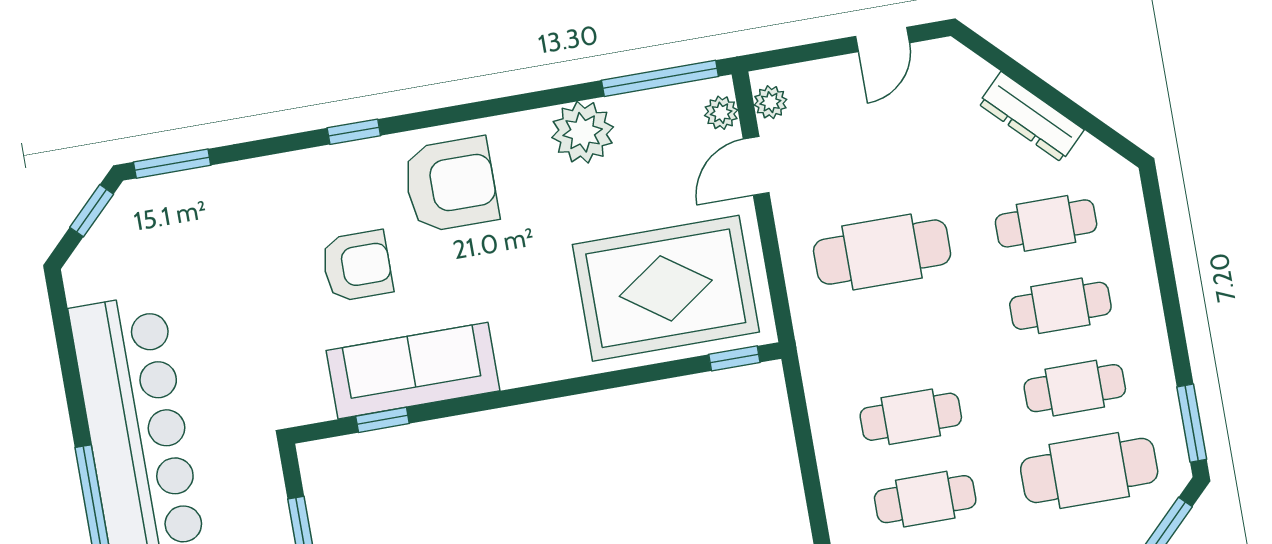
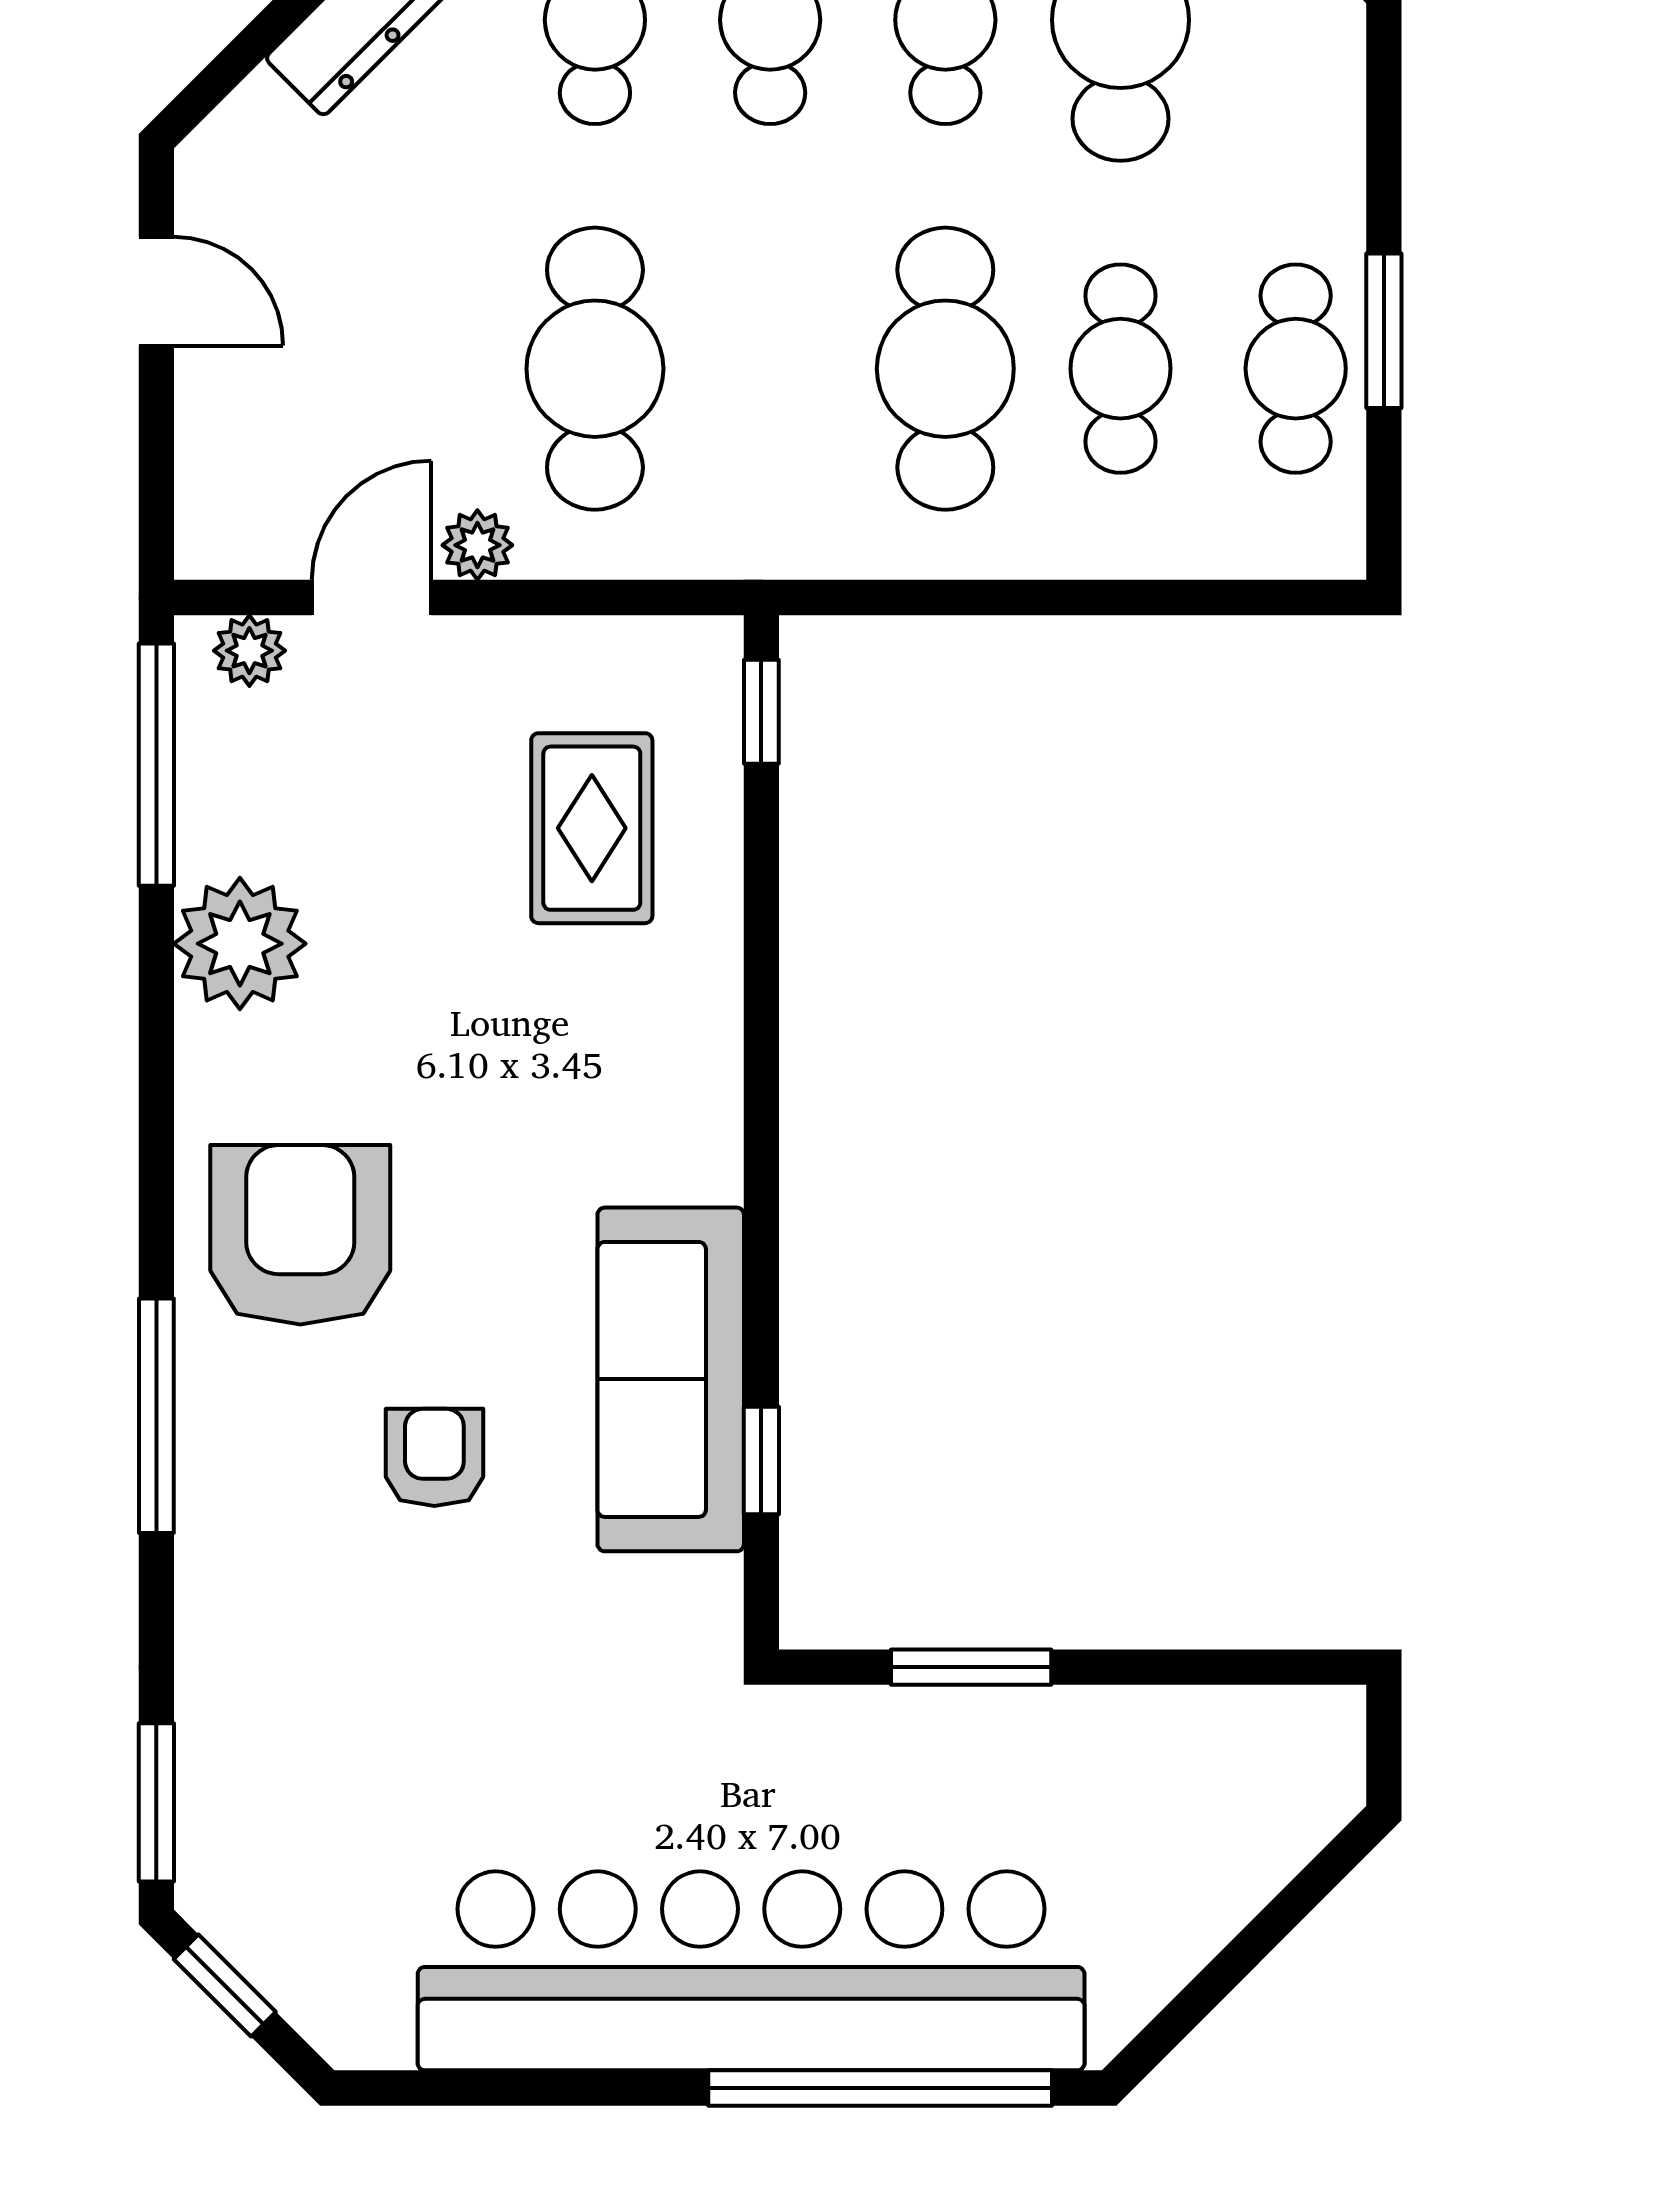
plant: (770, 102) -> (477, 545), moved
window: (354, 132) -> (156, 1416), width x2.17
door: (756, 166) -> (372, 598), swing flipped
armchair: (357, 266) -> (434, 1457), width x0.72, depth x0.72
rug: (666, 288) -> (592, 828), width x0.54, depth x0.49
cafe table: (911, 417) -> (945, 369), width x1.37, depth x1.35

